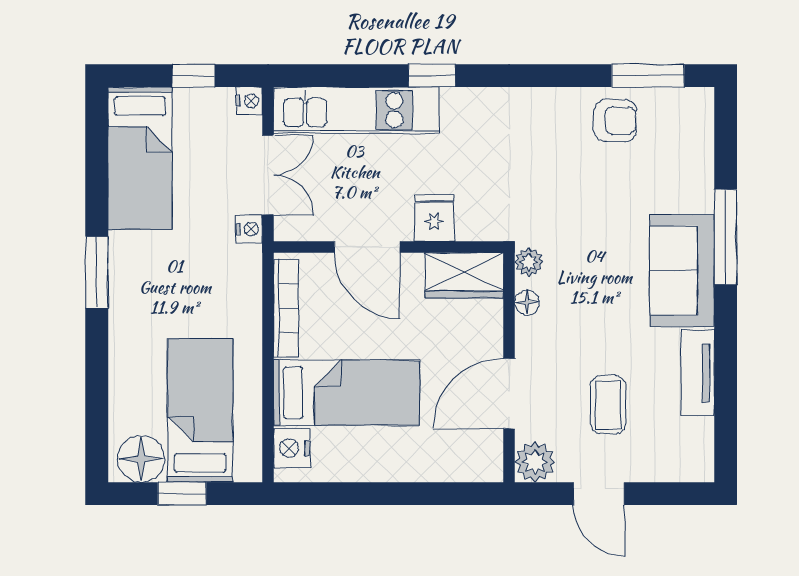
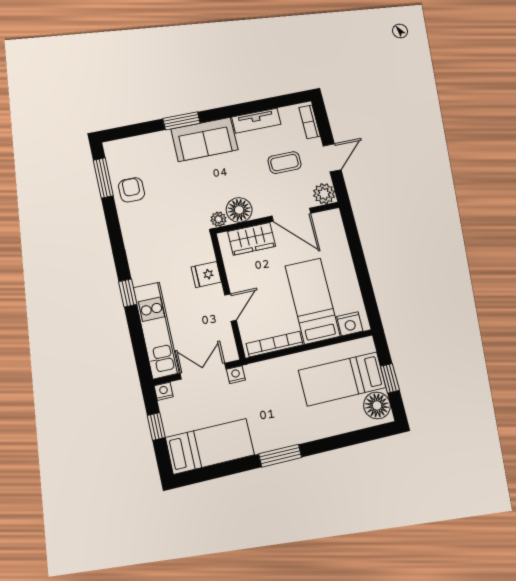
window: (726, 237) -> (181, 121), width x0.69
door: (367, 247) -> (231, 308), width x0.73
wardrobe: (464, 275) -> (252, 239), moved, turned 90
floor lamp: (527, 302) -> (239, 210), width x1.89, depth x1.89
bookcase: (676, 470) -> (310, 122), added

